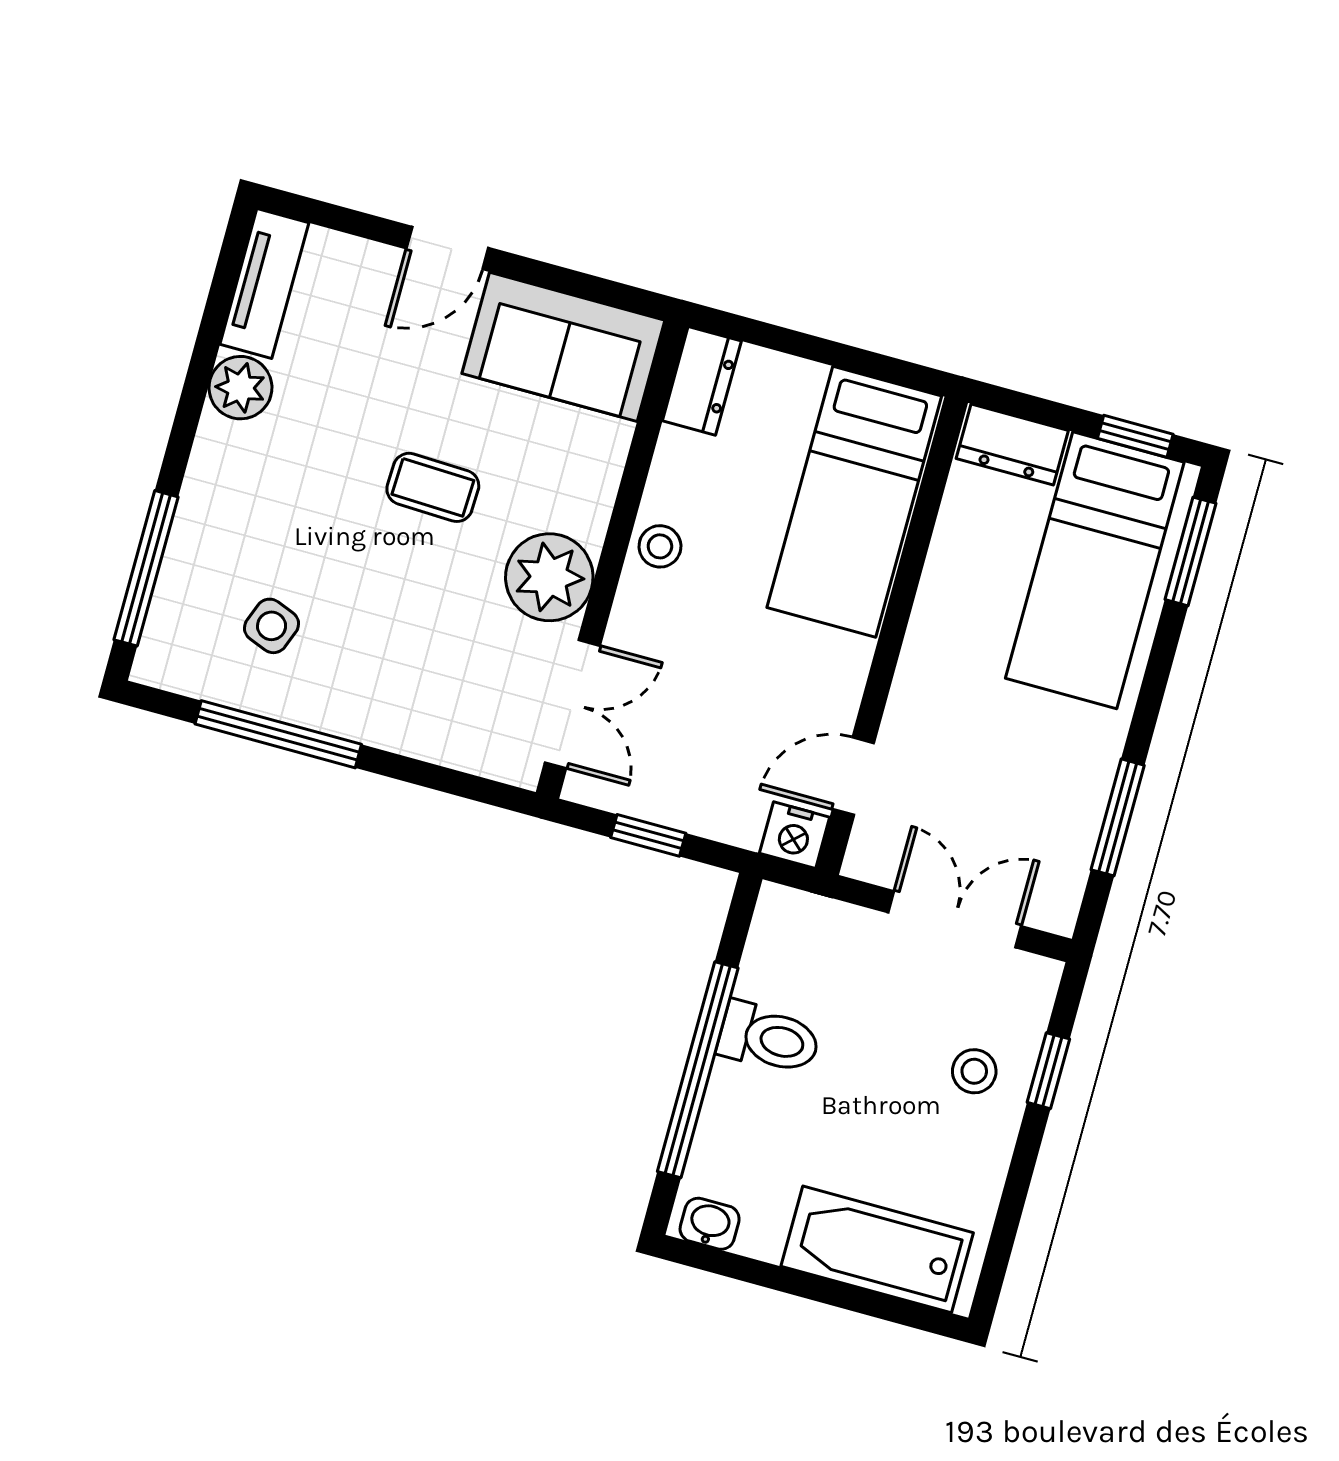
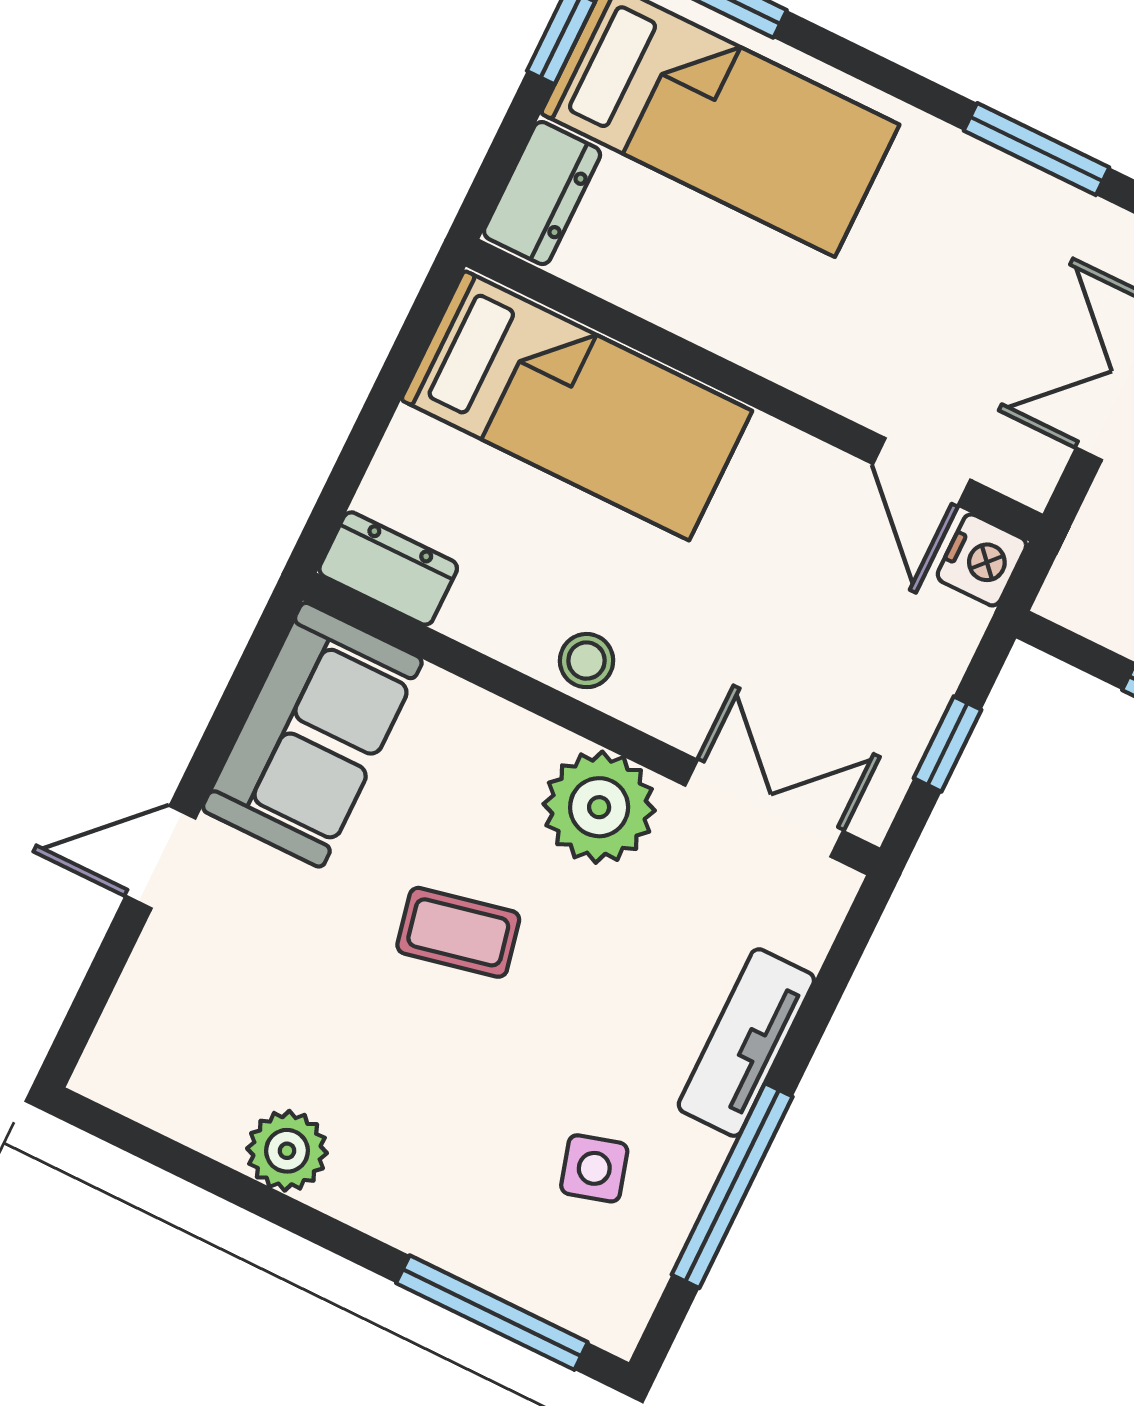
door: (447, 248) -> (160, 857), swing flipped
tv unit: (264, 284) -> (746, 1043), moved, turned -90
coffee table: (433, 487) -> (458, 932), turned 76
side table: (272, 626) -> (594, 1168), turned -37

